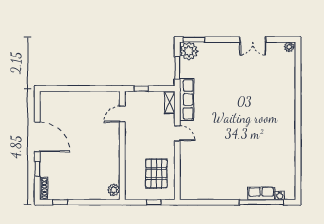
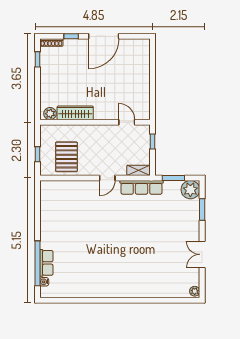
window: (194, 40) -> (202, 210), moved
wardrobe: (113, 165) -> (75, 113), added
pallet: (156, 174) -> (66, 157), turned 90

